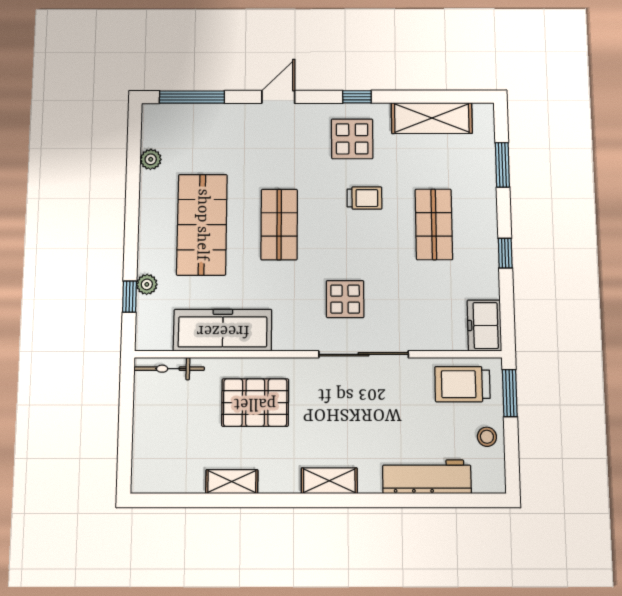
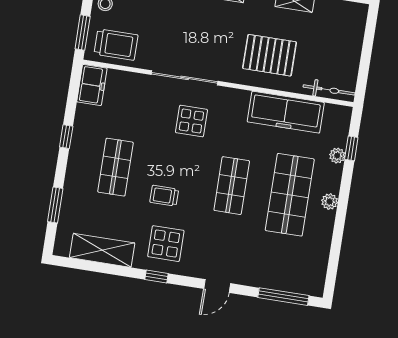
plant: (151, 159) -> (330, 202), moved

